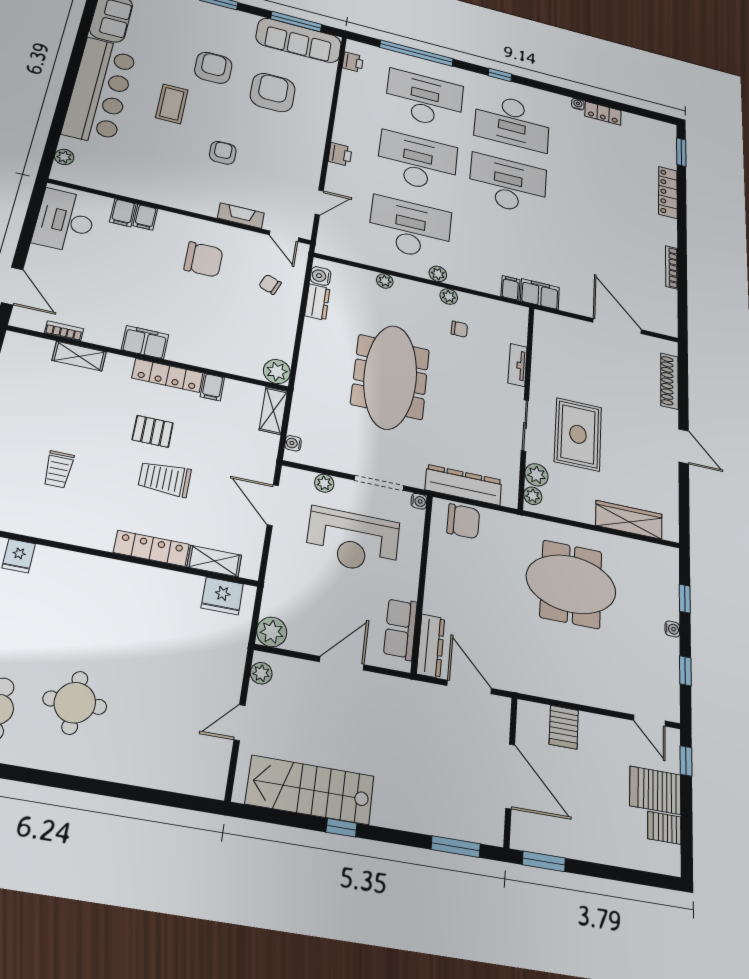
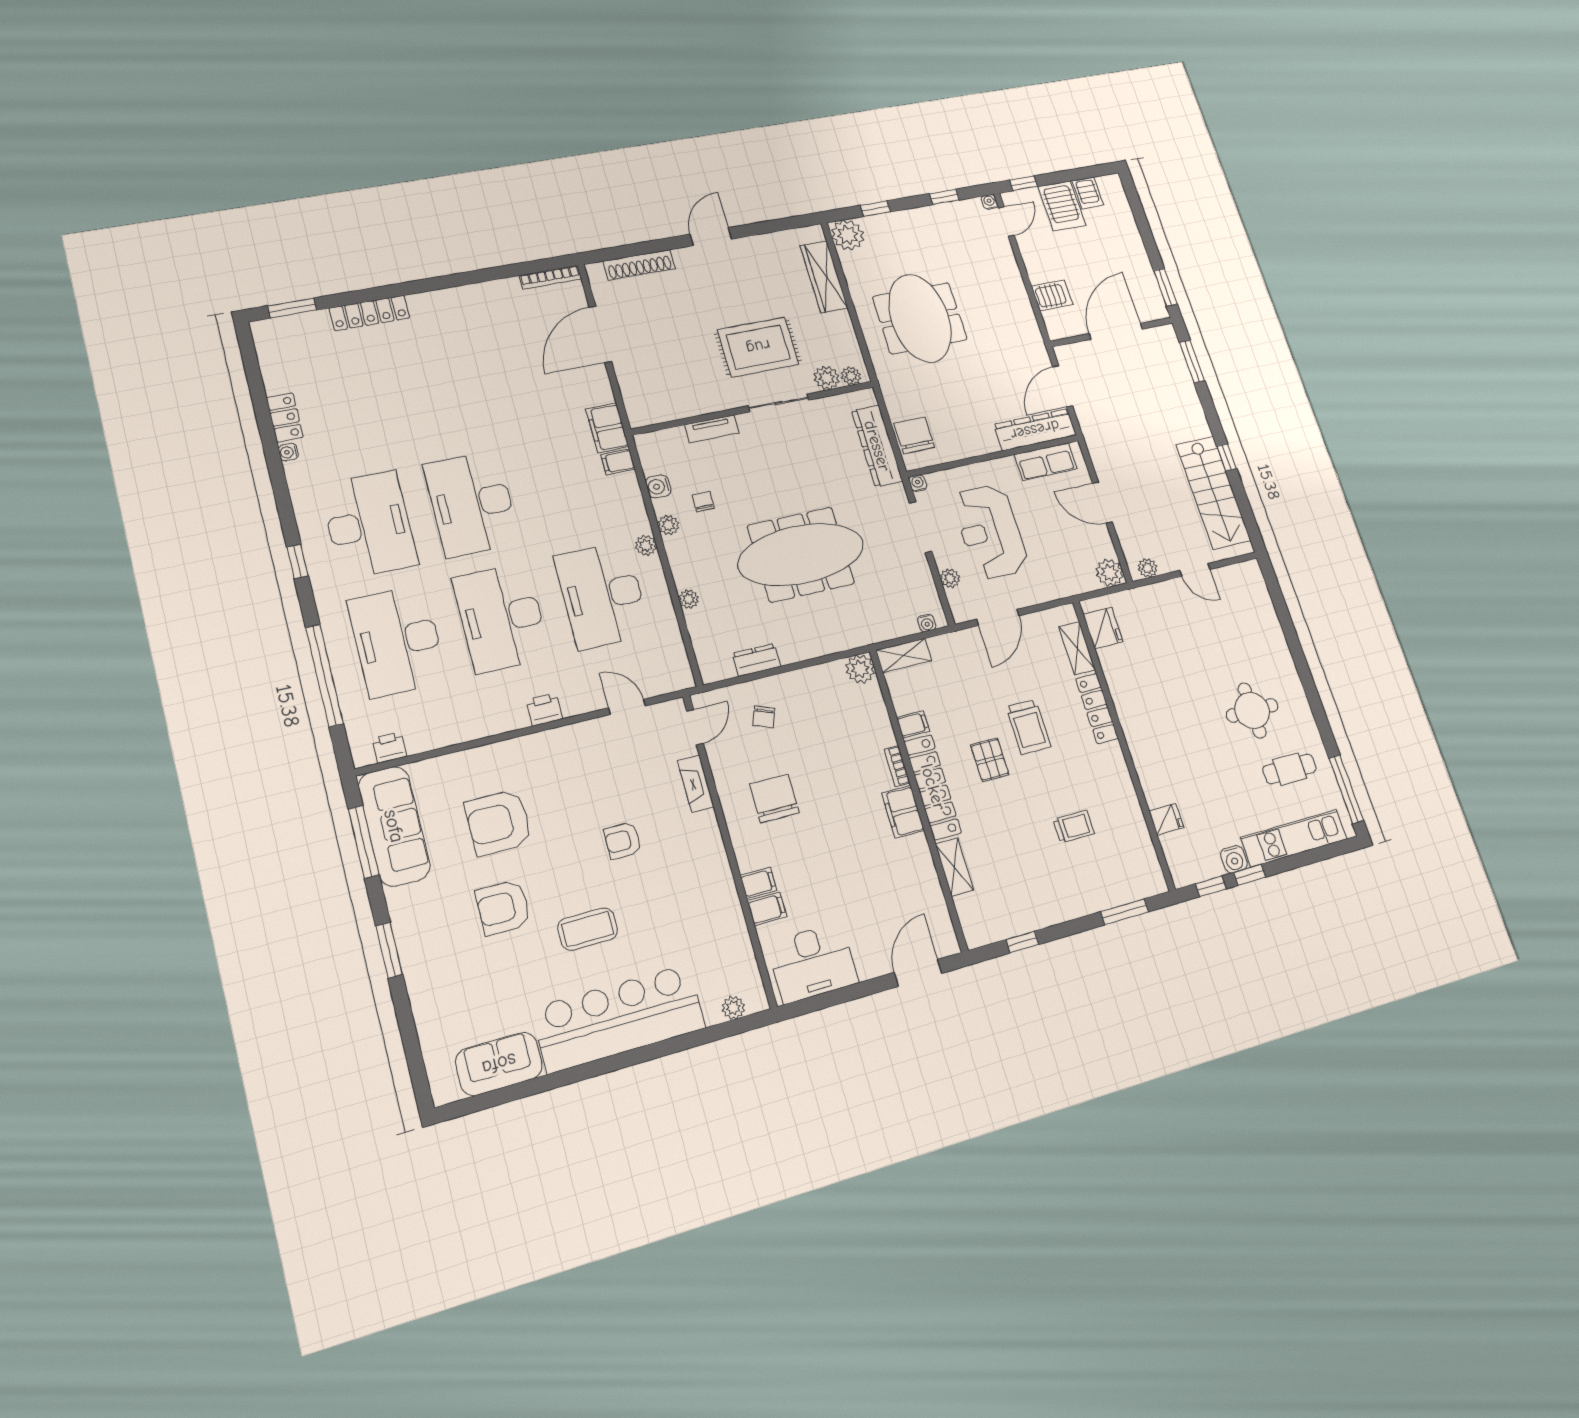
bookcase: (672, 267) -> (550, 277), moved
water cooler: (321, 276) -> (658, 486), moved, turned 90
bookcase: (64, 331) -> (897, 766), moved
locker: (168, 375) -> (933, 787), width x1.41, depth x1.21
reception desk: (353, 541) -> (990, 532), turned 180
plant: (664, 560) -> (848, 235), added
water cooler: (672, 629) -> (989, 202), moved
dresser: (431, 646) -> (1035, 430), width x1.37, depth x1.24

